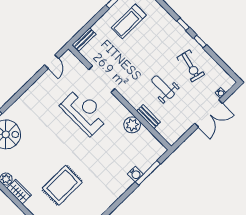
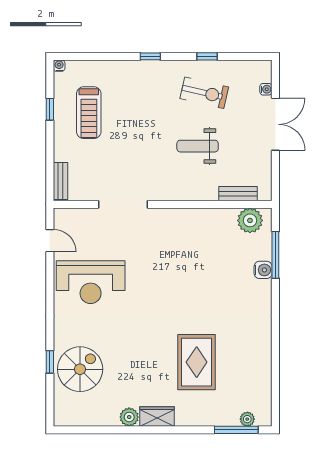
window: (200, 41) -> (207, 56), moved
reception desk: (84, 112) -> (91, 282), moved, turned 180
bench: (148, 117) -> (238, 194), moved
plant: (132, 125) -> (250, 220), moved

